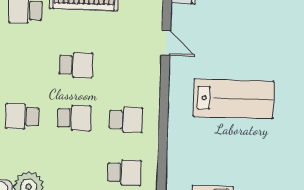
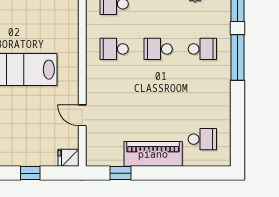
school desk: (76, 65) -> (158, 94), removed

